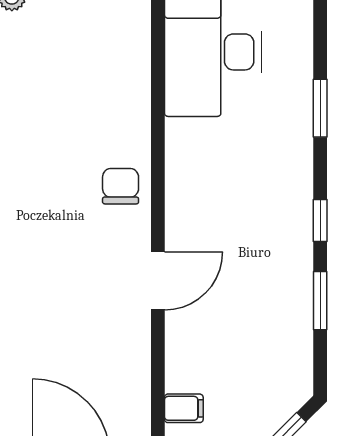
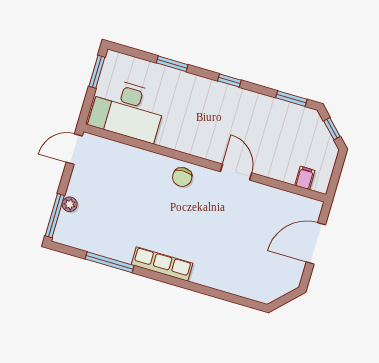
chair: (121, 186) -> (182, 177), turned -90
window: (320, 301) -> (291, 99), moved

